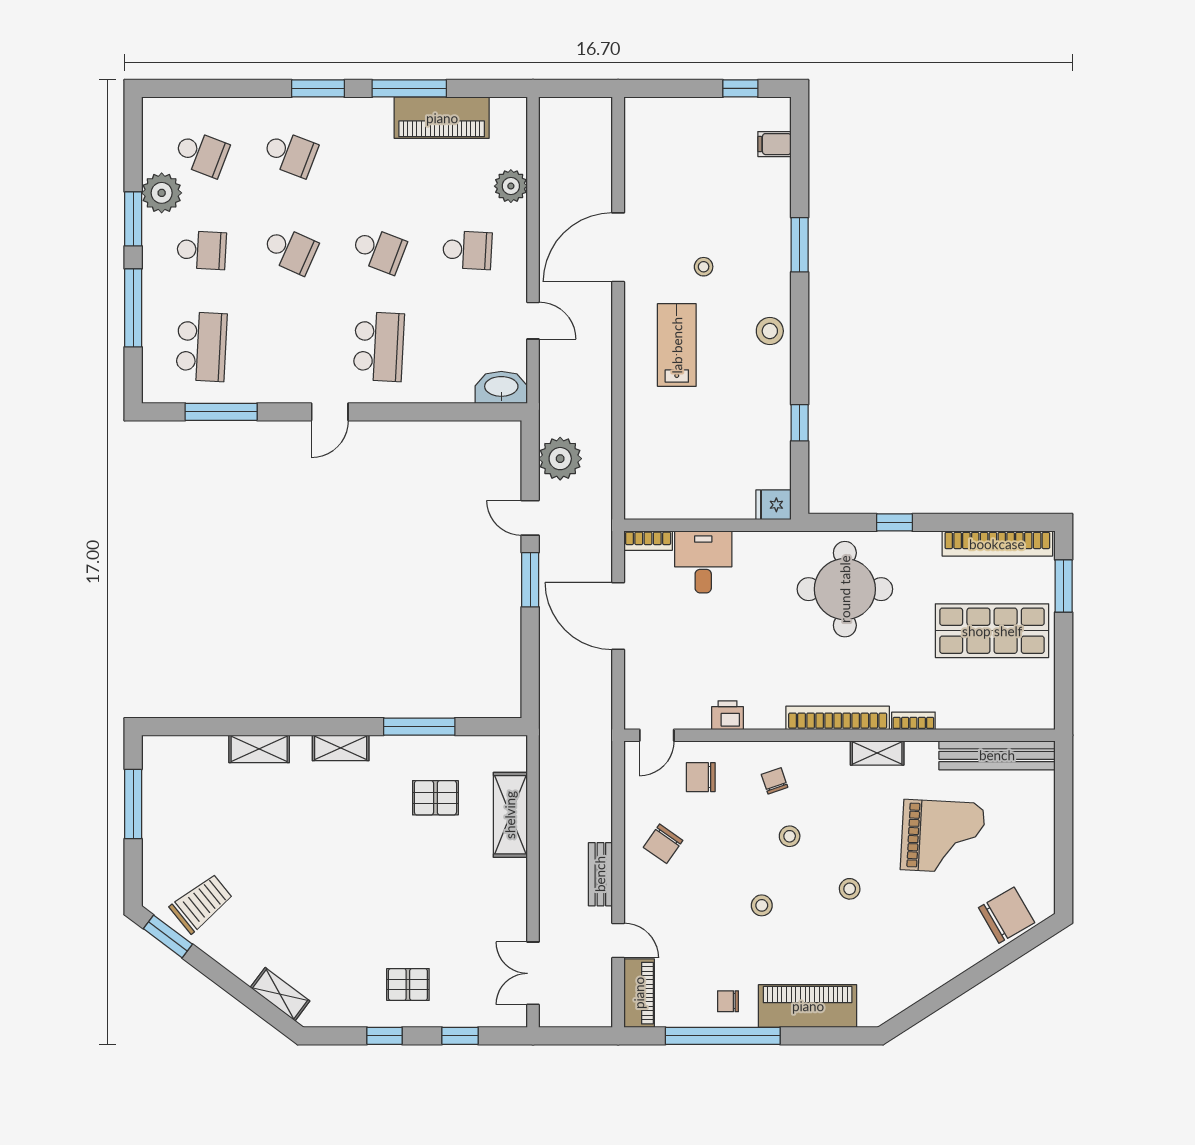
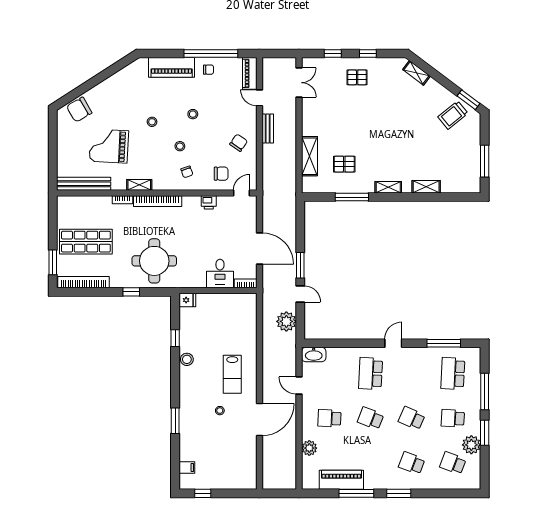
stool: (770, 331) -> (187, 359), moved

